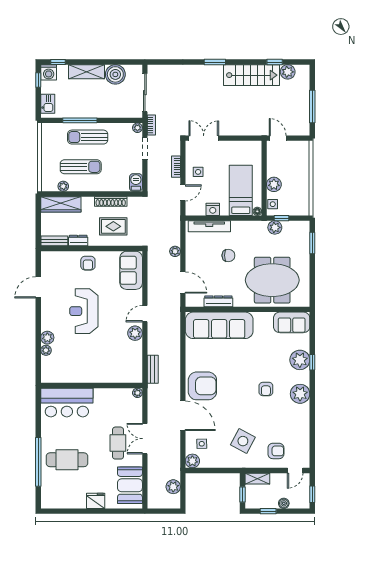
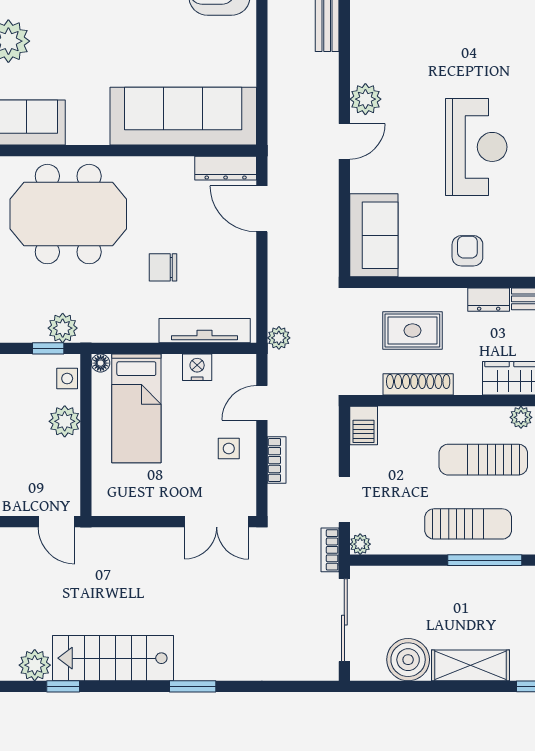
plant: (175, 251) -> (279, 338), moved
dresser: (218, 301) -> (226, 168), moved

